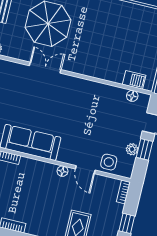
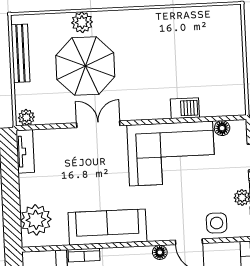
barbecue: (134, 80) -> (185, 108), moved
corner sofa: (91, 103) -> (171, 154), added

